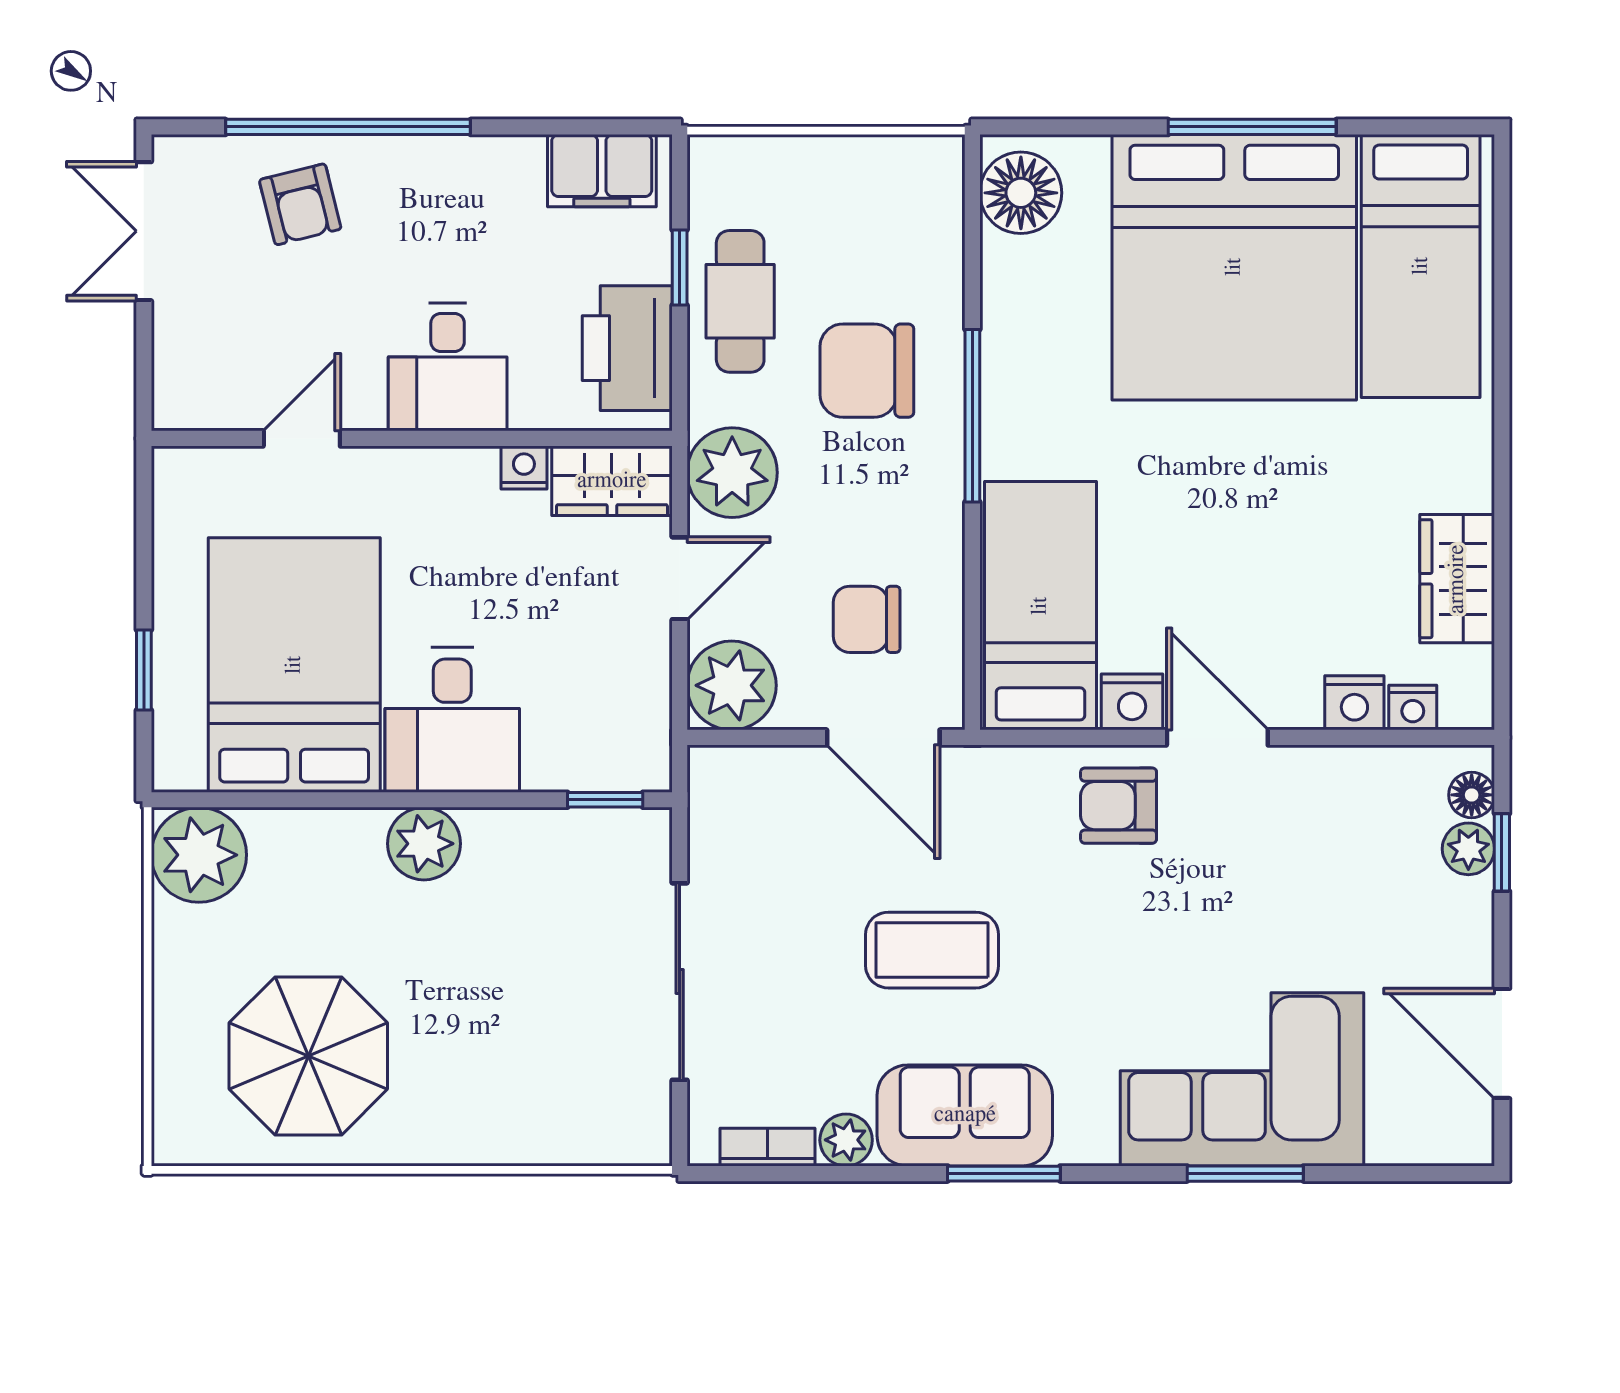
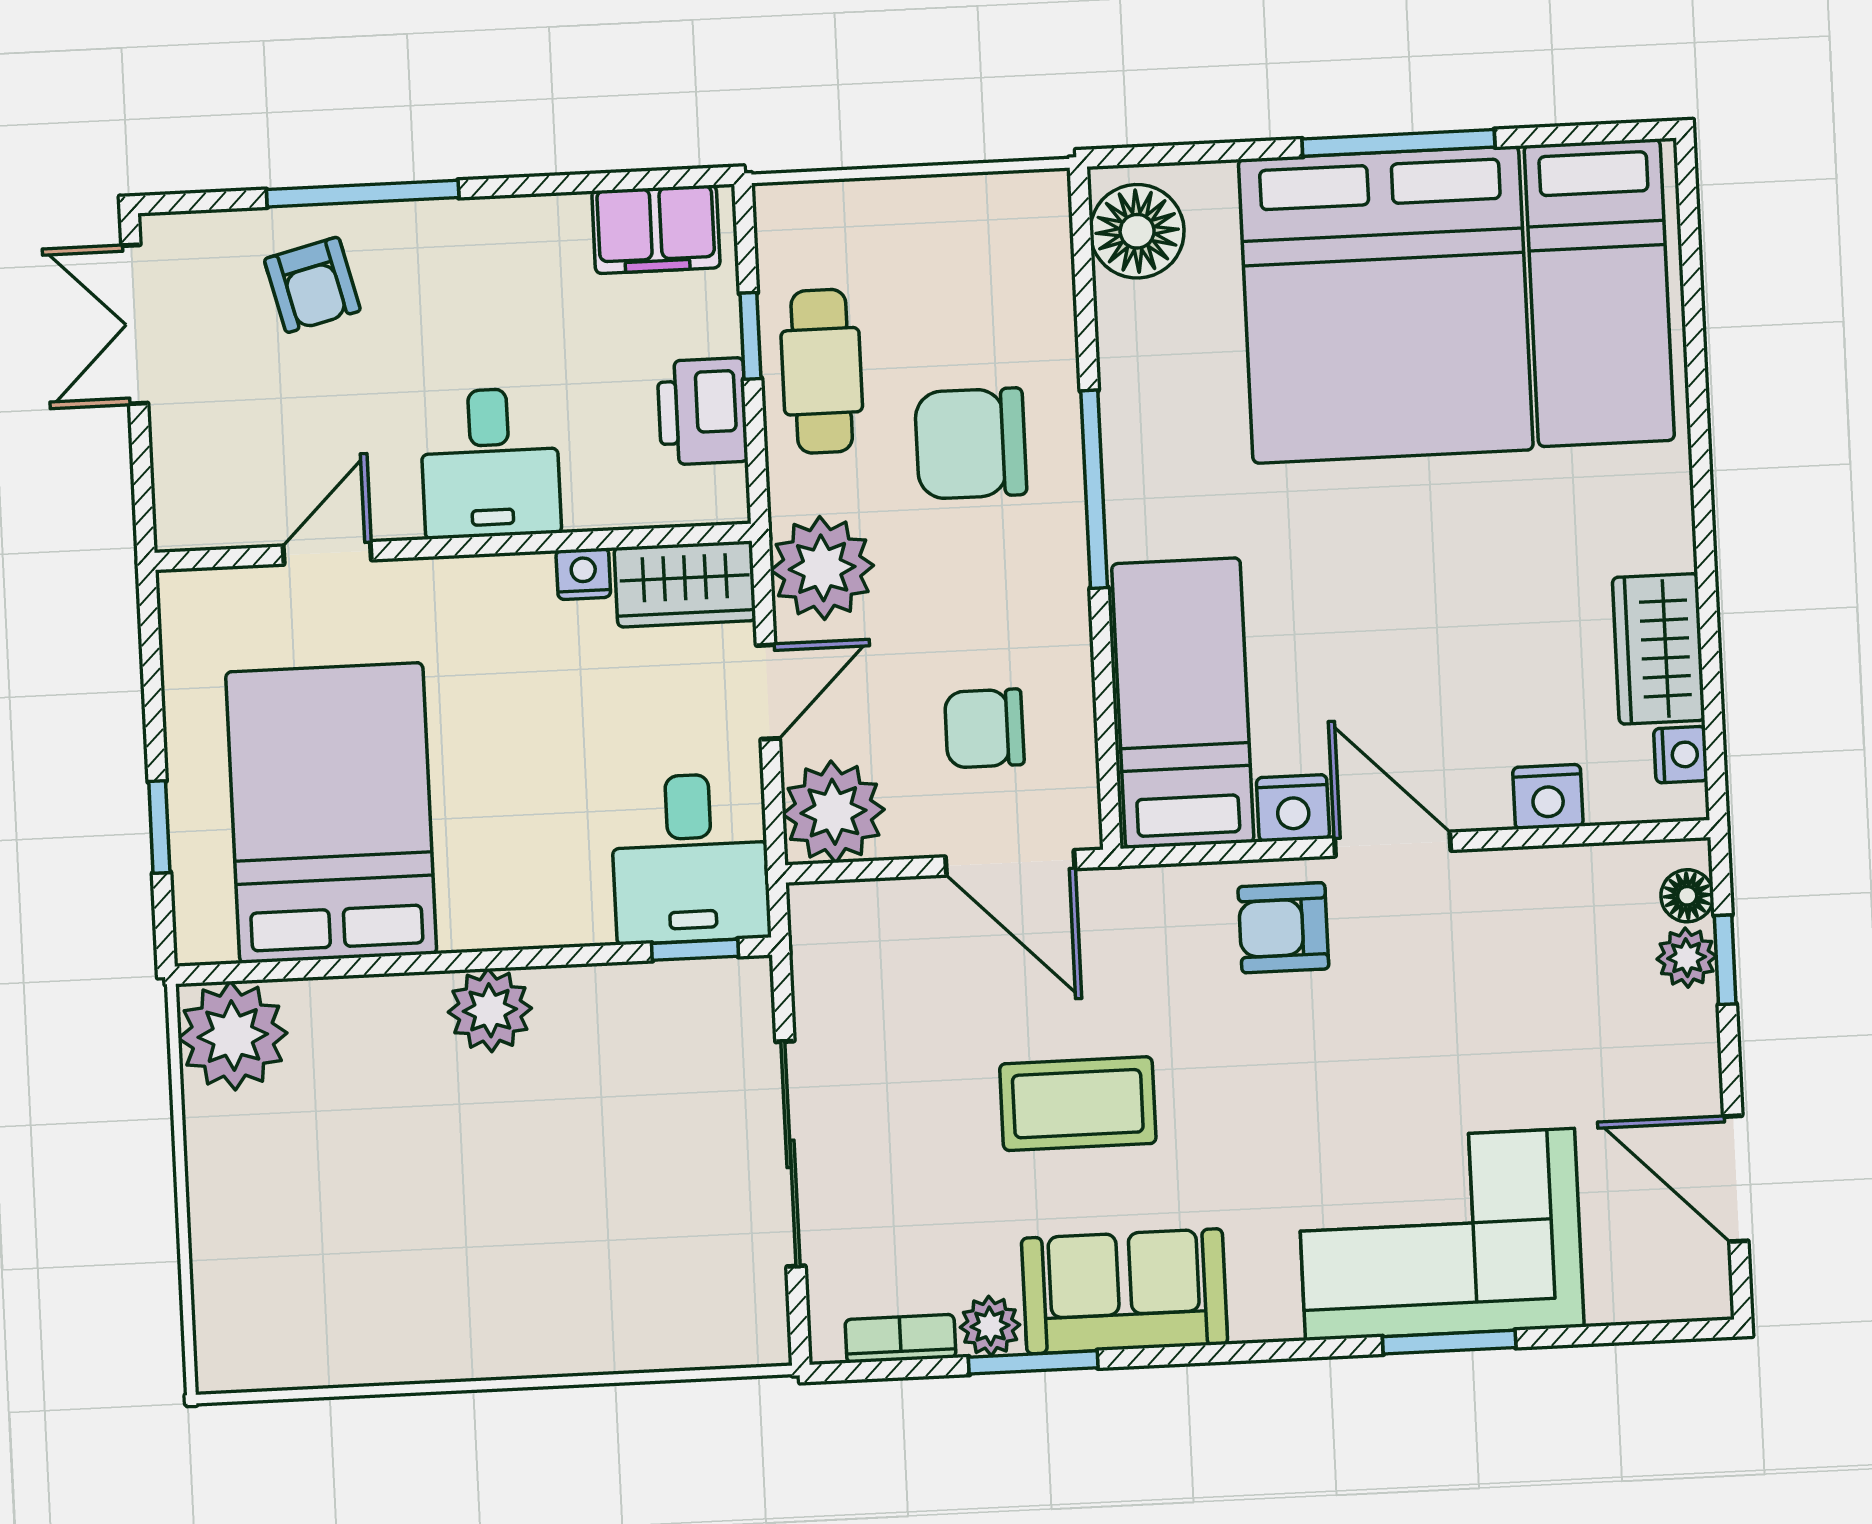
window: (348, 127) -> (363, 194), width x0.68
printer: (627, 348) -> (702, 411), width x0.73, depth x0.84
nightstand: (1413, 708) -> (1681, 755), moved, turned -90
desk: (452, 720) -> (690, 858), moved
parasol: (308, 1056) -> (369, 1260), removed
window: (1004, 1174) -> (1033, 1362), moved

